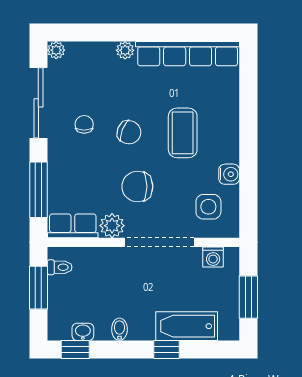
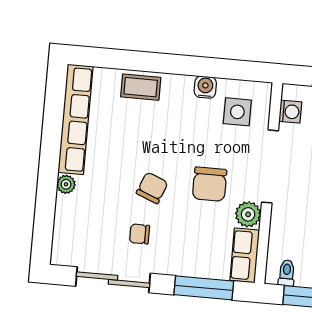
plant: (56, 50) -> (59, 256), removed
coffee table: (183, 133) -> (141, 87), moved, width x0.73, depth x0.77

